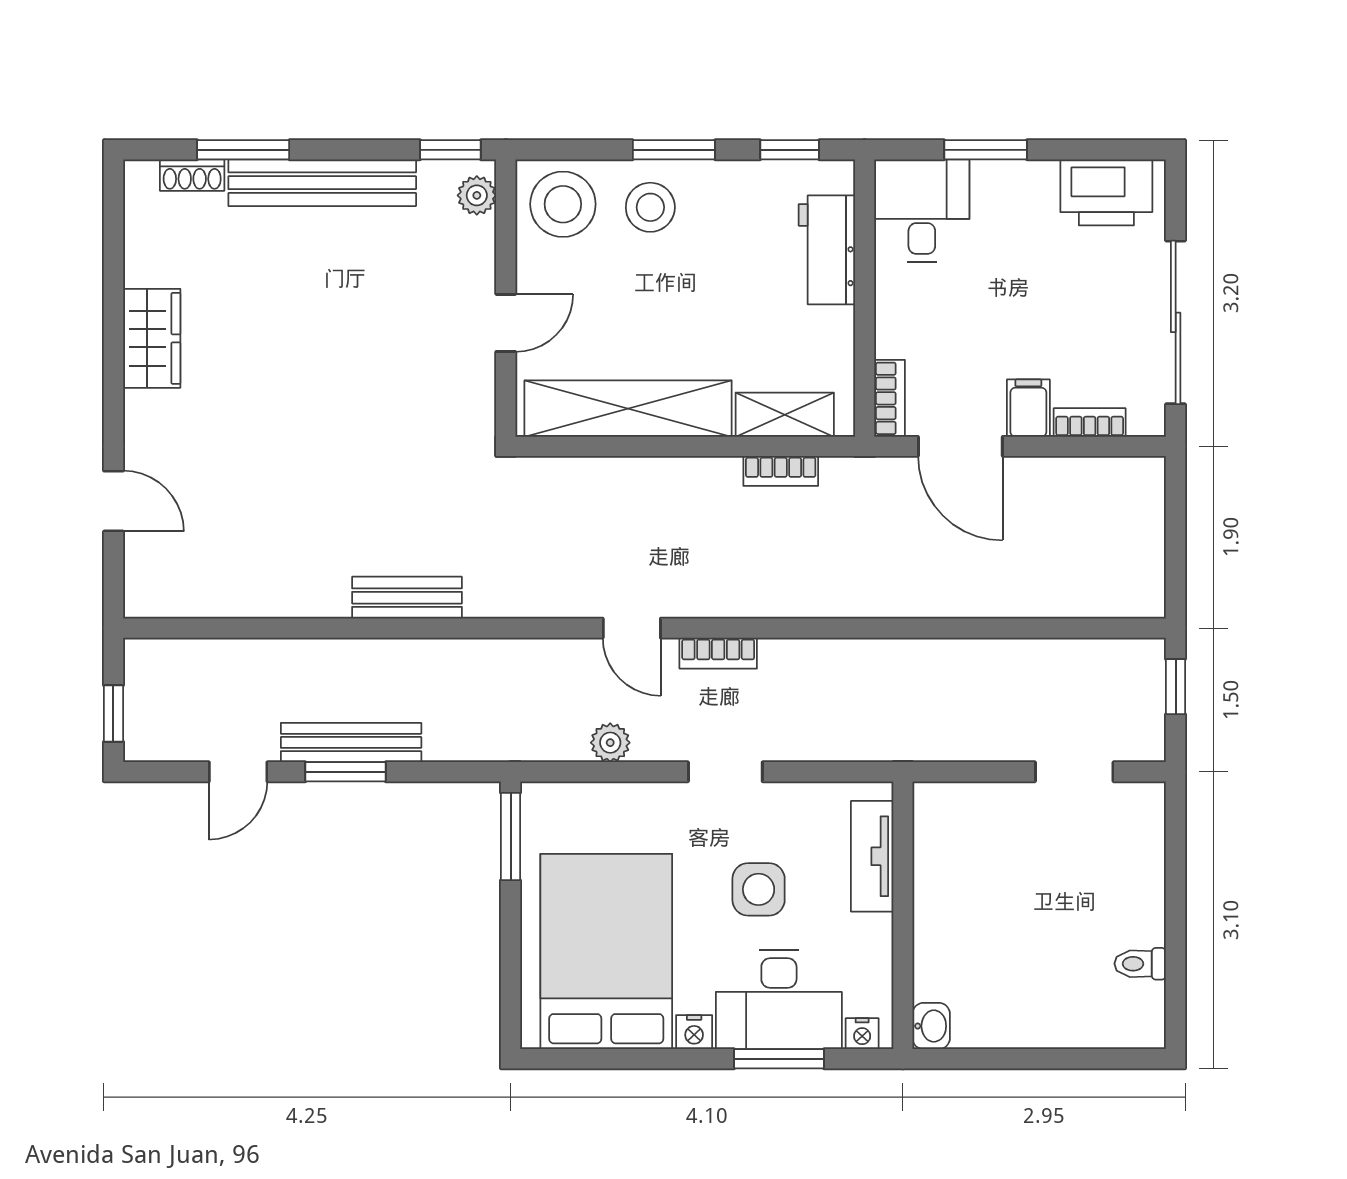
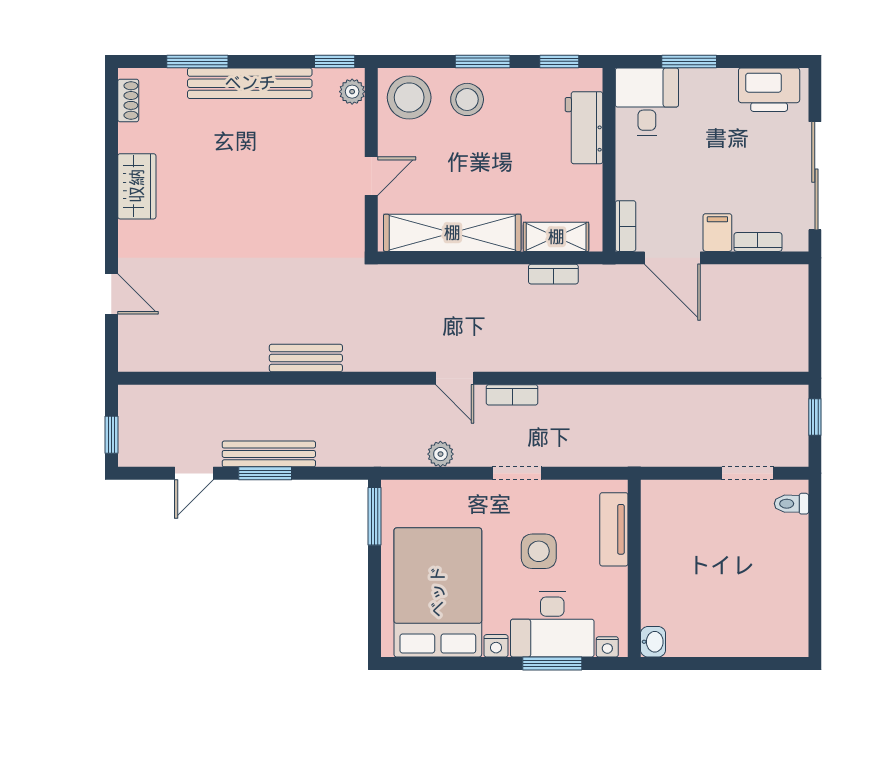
shoe rack: (192, 175) -> (128, 100), moved, turned -90
toilet: (1140, 964) -> (792, 504), moved

